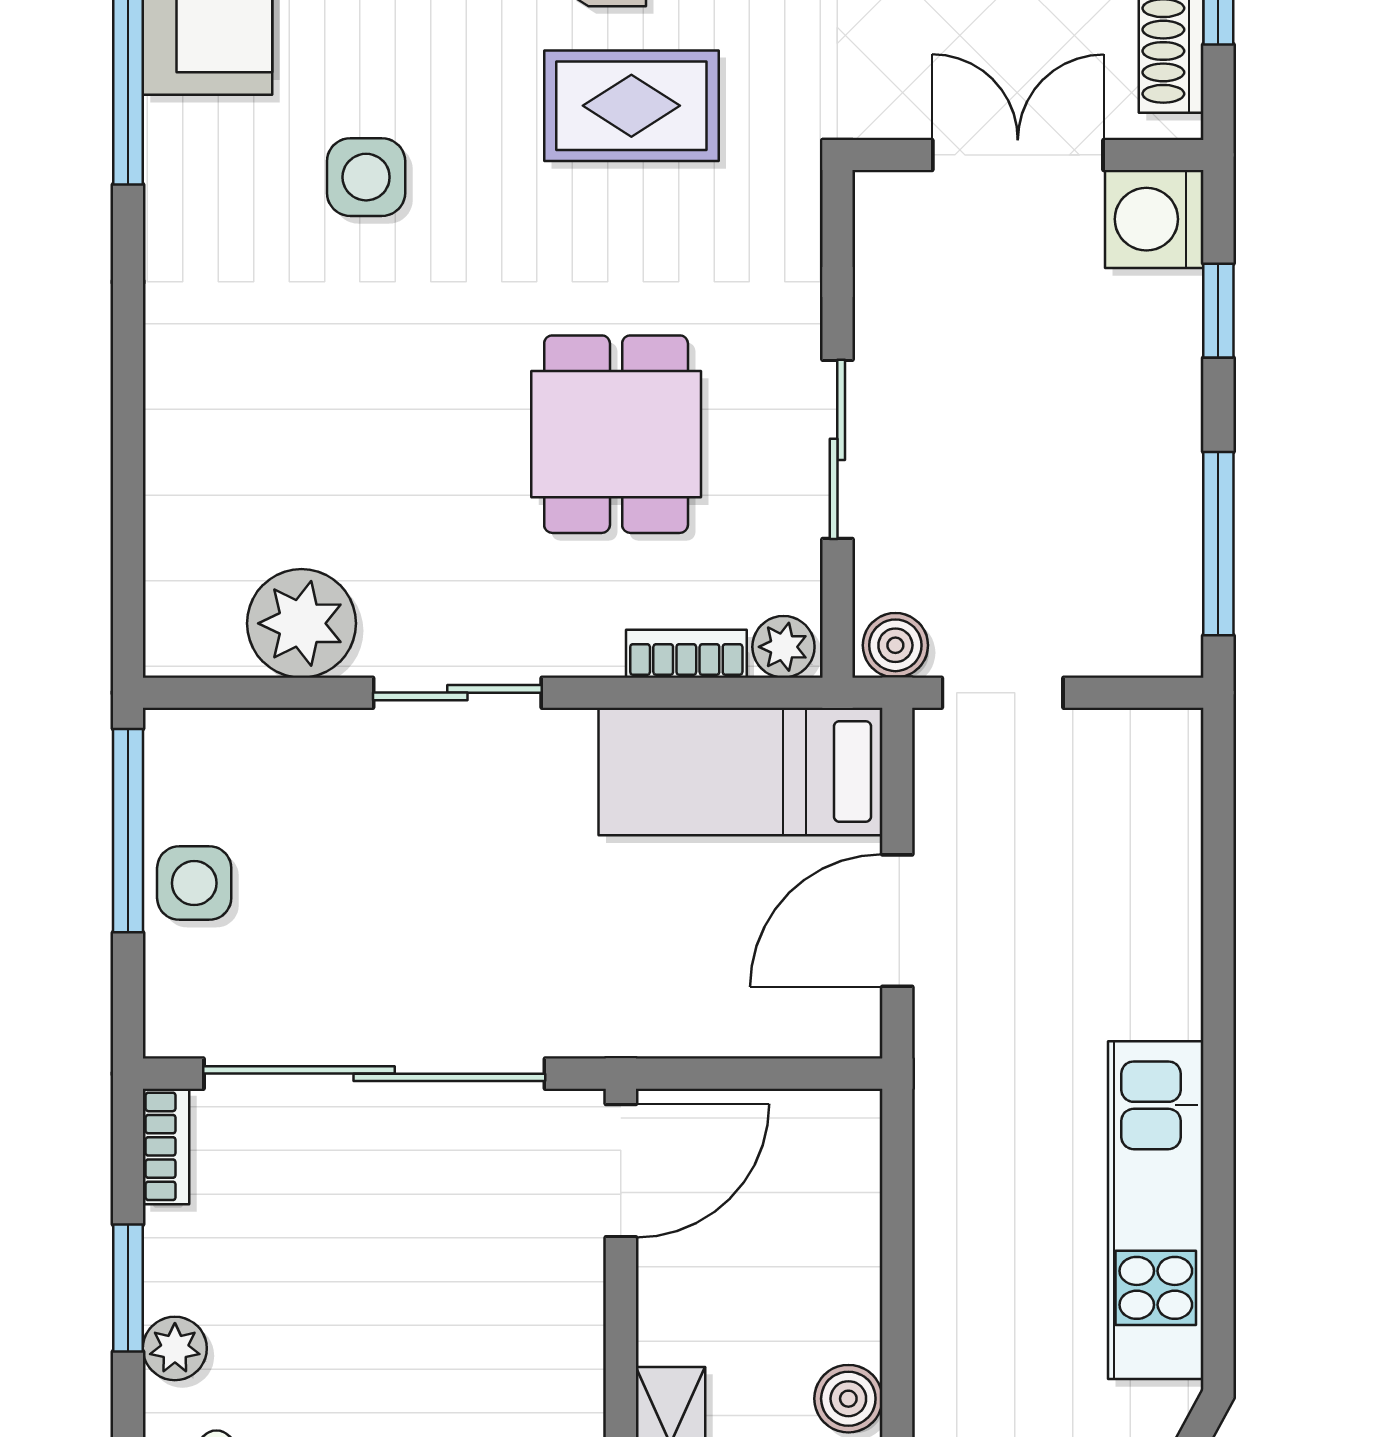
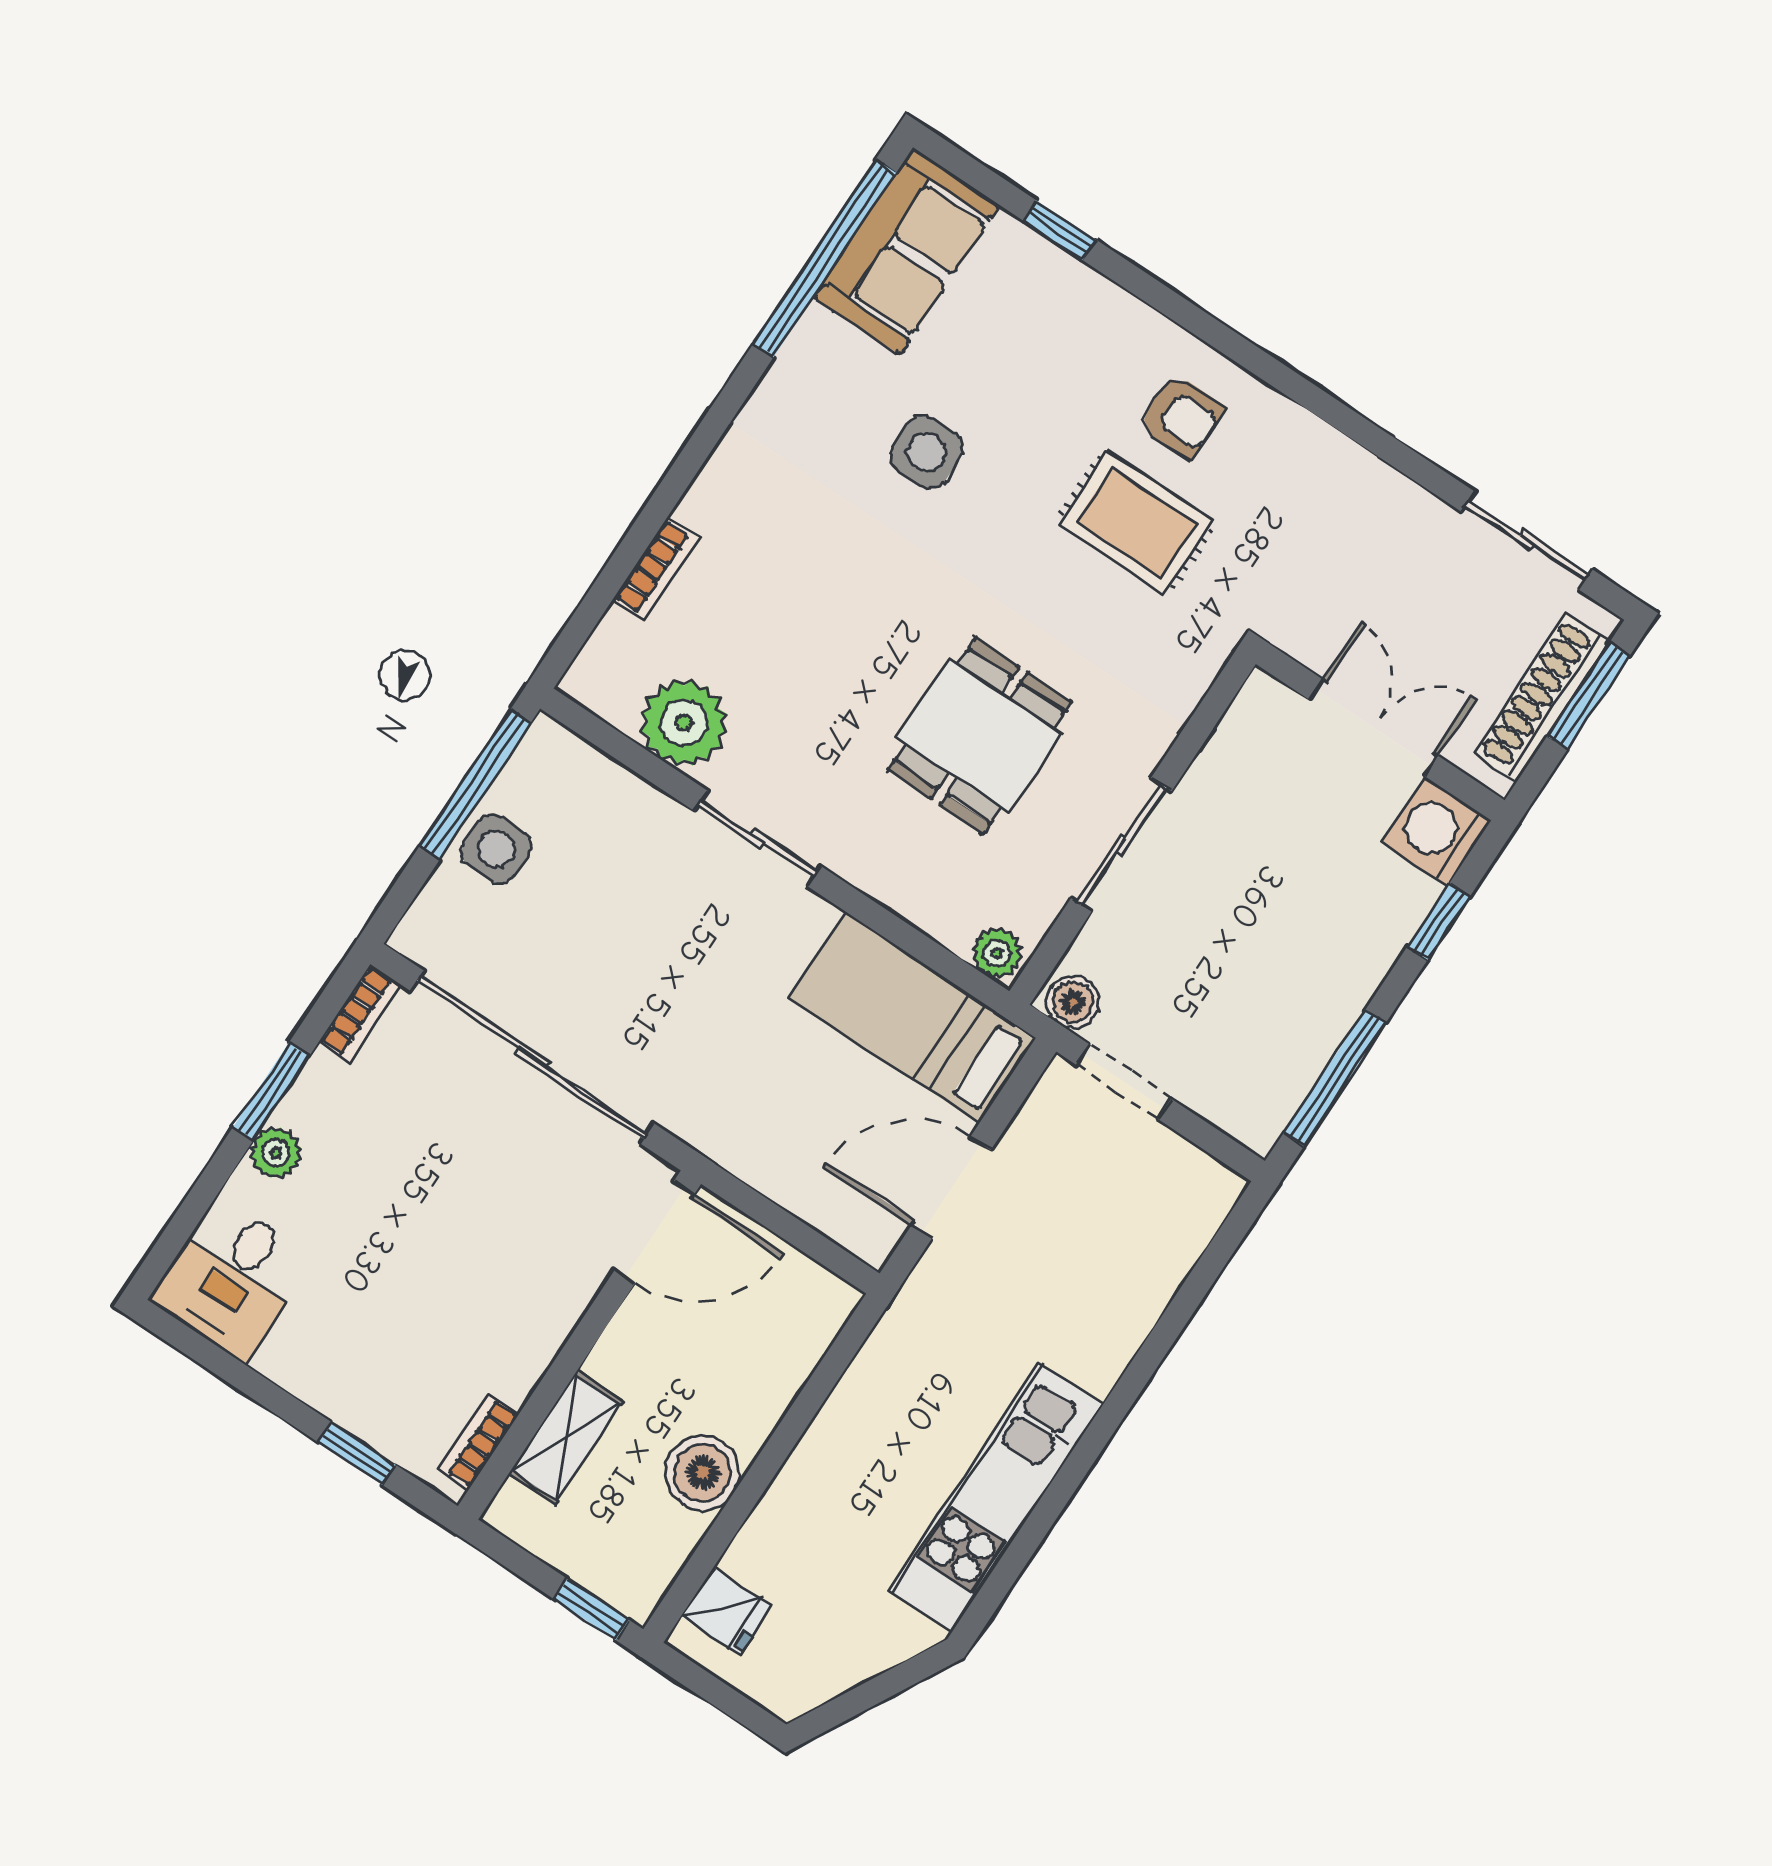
bookcase: (686, 654) -> (656, 569), moved, turned 90
boiler: (848, 1399) -> (703, 1473), width x1.36, depth x1.36

